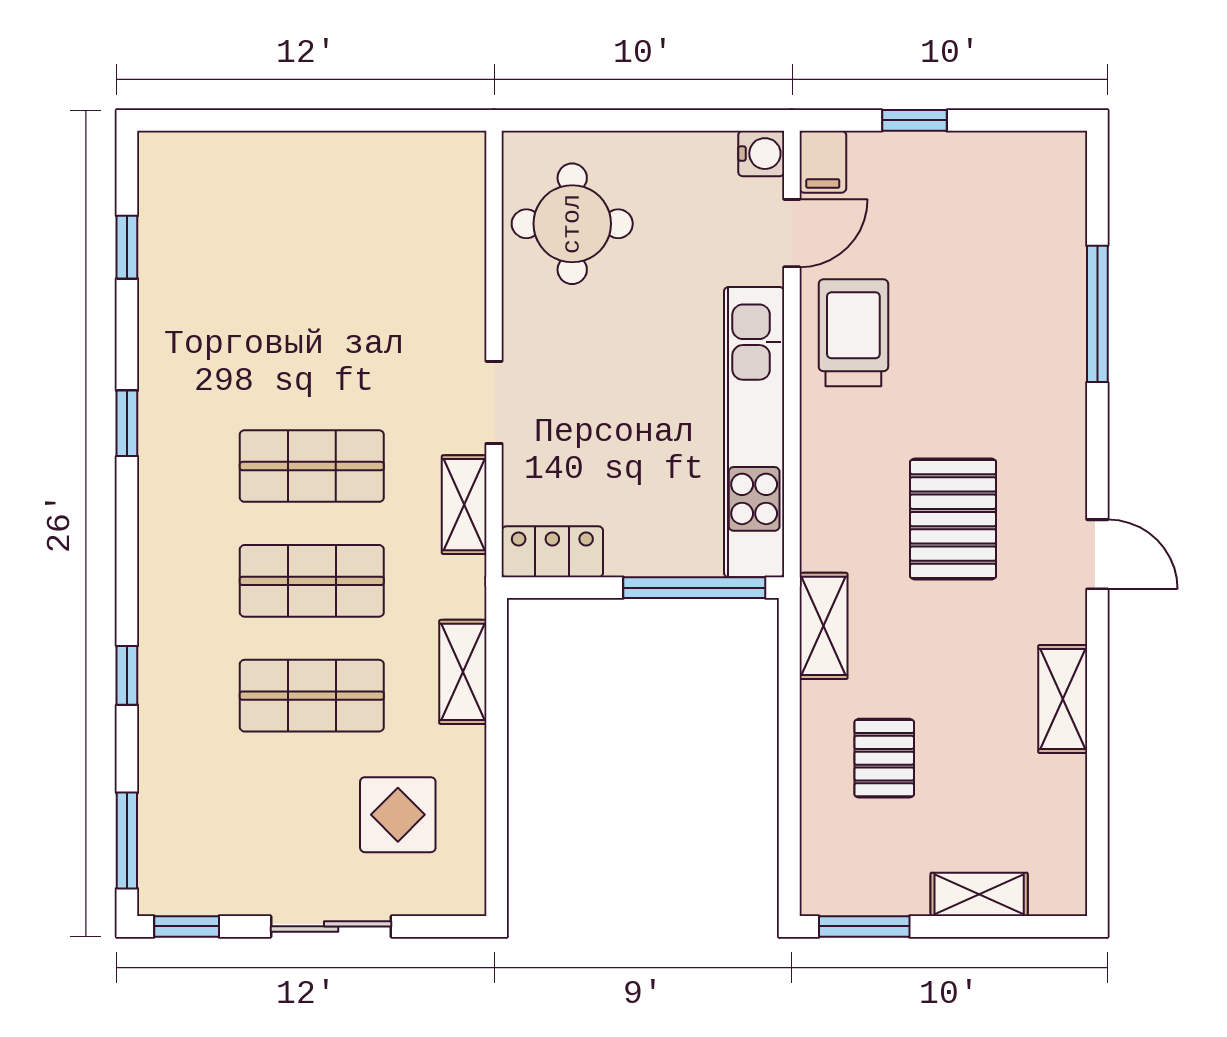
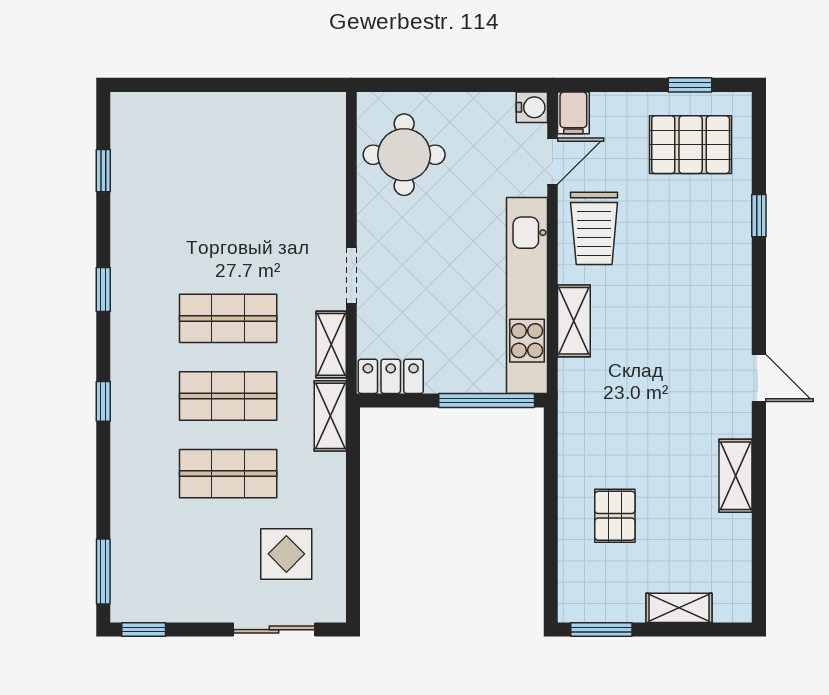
window: (914, 120) -> (690, 85), moved
window: (1097, 314) -> (759, 216), width x0.46
trolley: (853, 333) -> (594, 228), turned 180
pallet: (953, 519) -> (691, 145), moved, turned 90
shelving: (823, 626) -> (574, 321), moved
shelving: (463, 672) -> (330, 416), moved
window: (127, 675) -> (103, 401), moved
sliding door: (331, 926) -> (274, 630), moved

